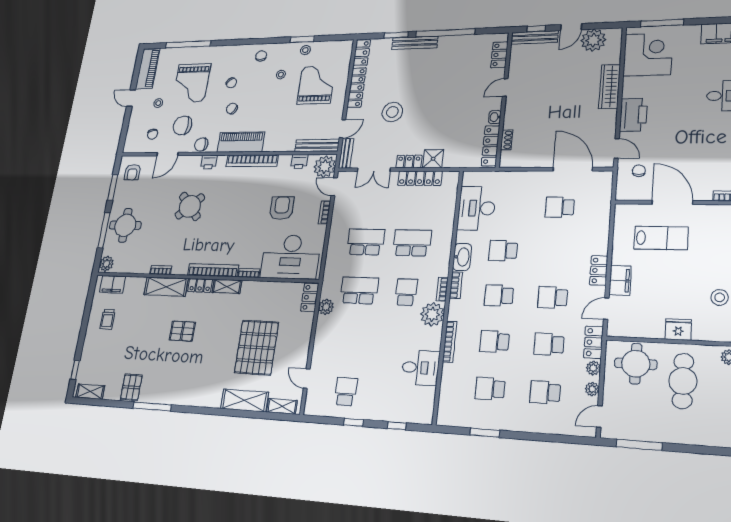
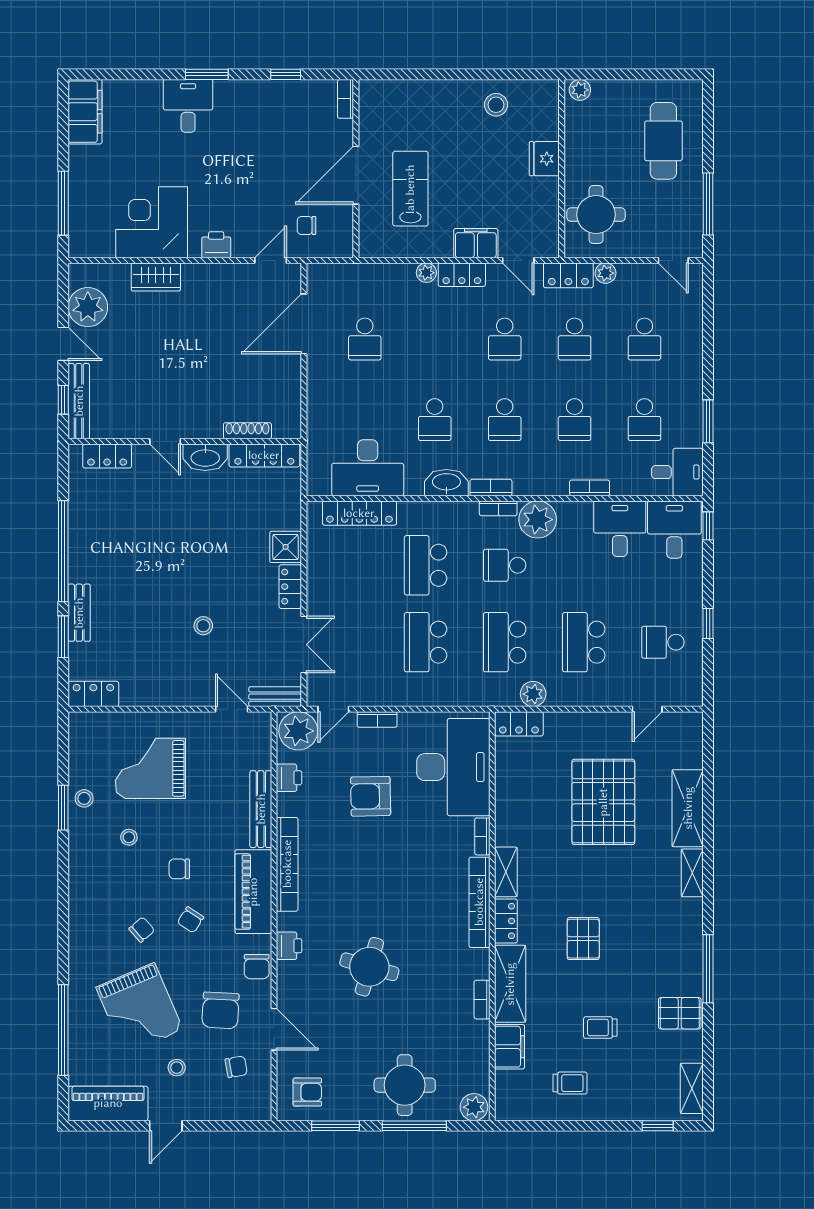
bench: (415, 43) -> (79, 613), width x0.73
corner desk: (648, 54) -> (152, 222), moved
chair: (261, 56) -> (179, 869), moved
grand piano: (191, 83) -> (139, 1009), turned 67
wardrobe: (610, 86) -> (156, 277), width x0.67
locker: (357, 88) -> (158, 694), removed
stool: (392, 112) -> (203, 626), width x0.53, depth x0.53
printer: (633, 115) -> (216, 245), width x0.53, depth x0.68
washbasin: (495, 117) -> (205, 457), width x1.91, depth x1.45
shoe rack: (507, 140) -> (247, 431), width x1.43
bench: (317, 145) -> (261, 809), moved
locker: (420, 178) -> (359, 513), moved, turned 90
round table: (190, 206) -> (369, 967), turned -33
filing cabinet: (113, 284) -> (510, 1047), moved
trolley: (133, 339) -> (600, 1028), added
school desk: (353, 340) -> (584, 642), added
bookcase: (450, 342) -> (590, 488), width x0.64
pallet: (257, 348) -> (603, 802), turned 90
cafe table: (683, 381) -> (663, 141), moved, turned 90
plant: (592, 389) -> (426, 273), moved
desk: (416, 404) -> (674, 530), added
shelving: (282, 406) -> (692, 873), moved
desk: (453, 409) -> (677, 472), added
window: (397, 426) -> (708, 526), moved

